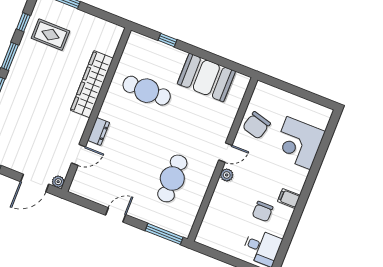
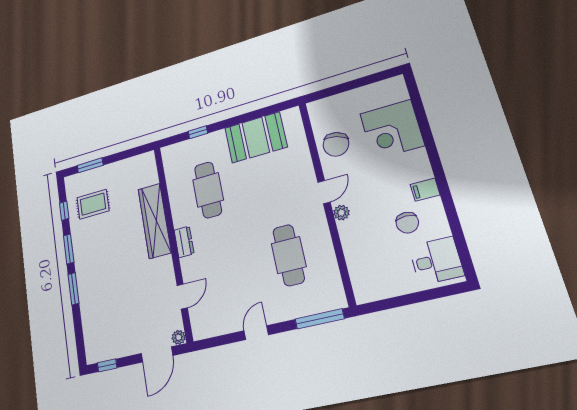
cafe table: (147, 91) -> (208, 190), turned 90
dresser: (99, 131) -> (184, 242), moved

